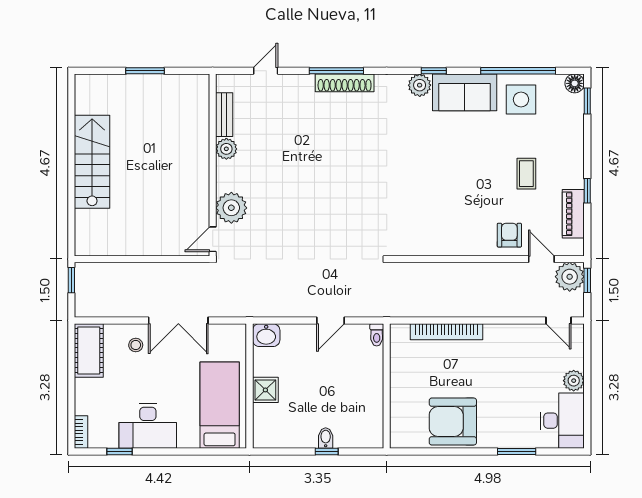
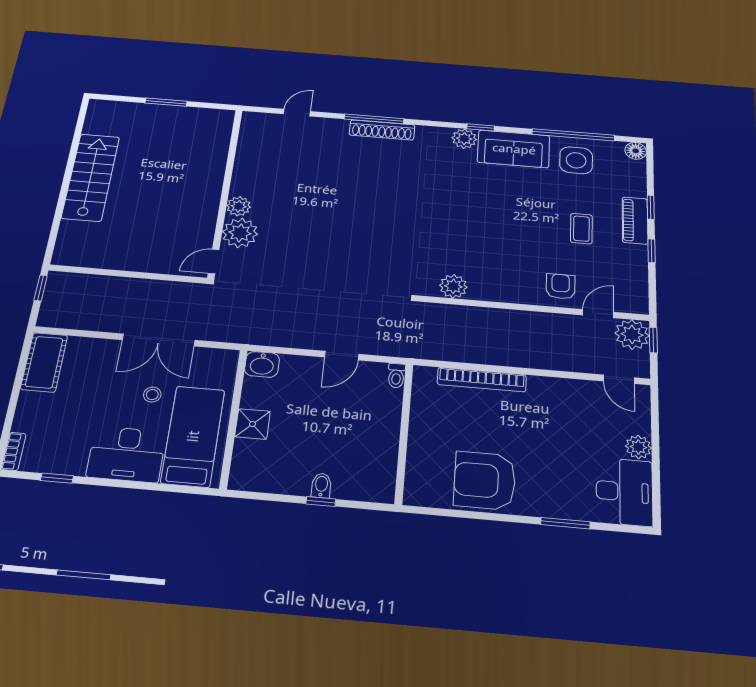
window: (587, 101) -> (651, 207), moved
bench: (224, 115) -> (246, 147), removed
plant: (226, 149) -> (239, 206), moved
piano: (573, 214) -> (635, 220), moved
plant: (418, 244) -> (453, 286), added
door: (541, 259) -> (598, 314), hinge flipped
stool: (136, 345) -> (152, 395), moved
desk: (148, 426) -> (127, 454), moved

